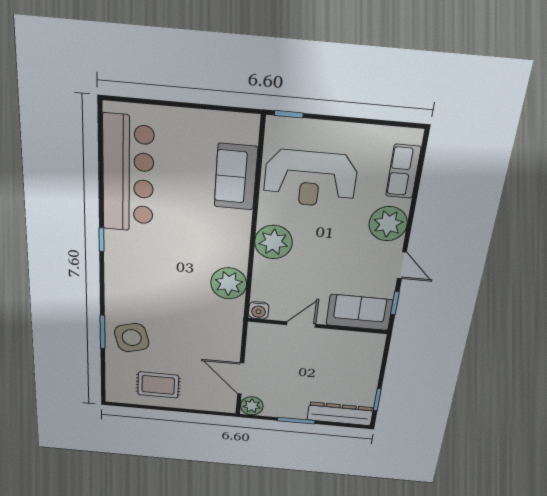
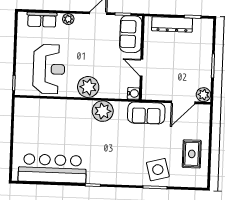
sofa: (236, 177) -> (146, 113), moved
plant: (388, 224) -> (68, 19), width x0.53, depth x0.53
plant: (229, 283) -> (103, 111), moved
dresser: (340, 414) -> (172, 24), moved, turned -90

